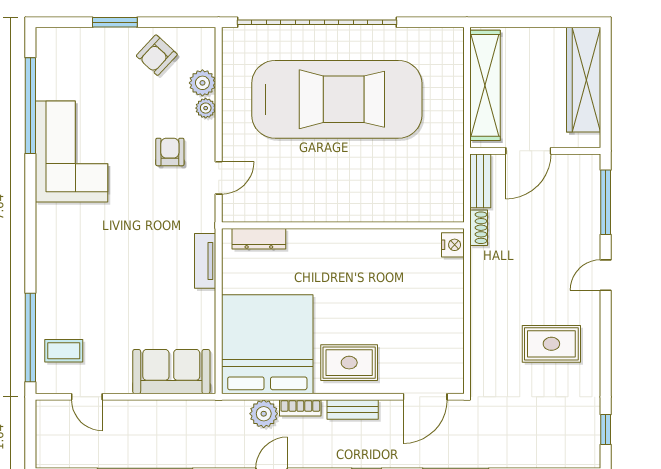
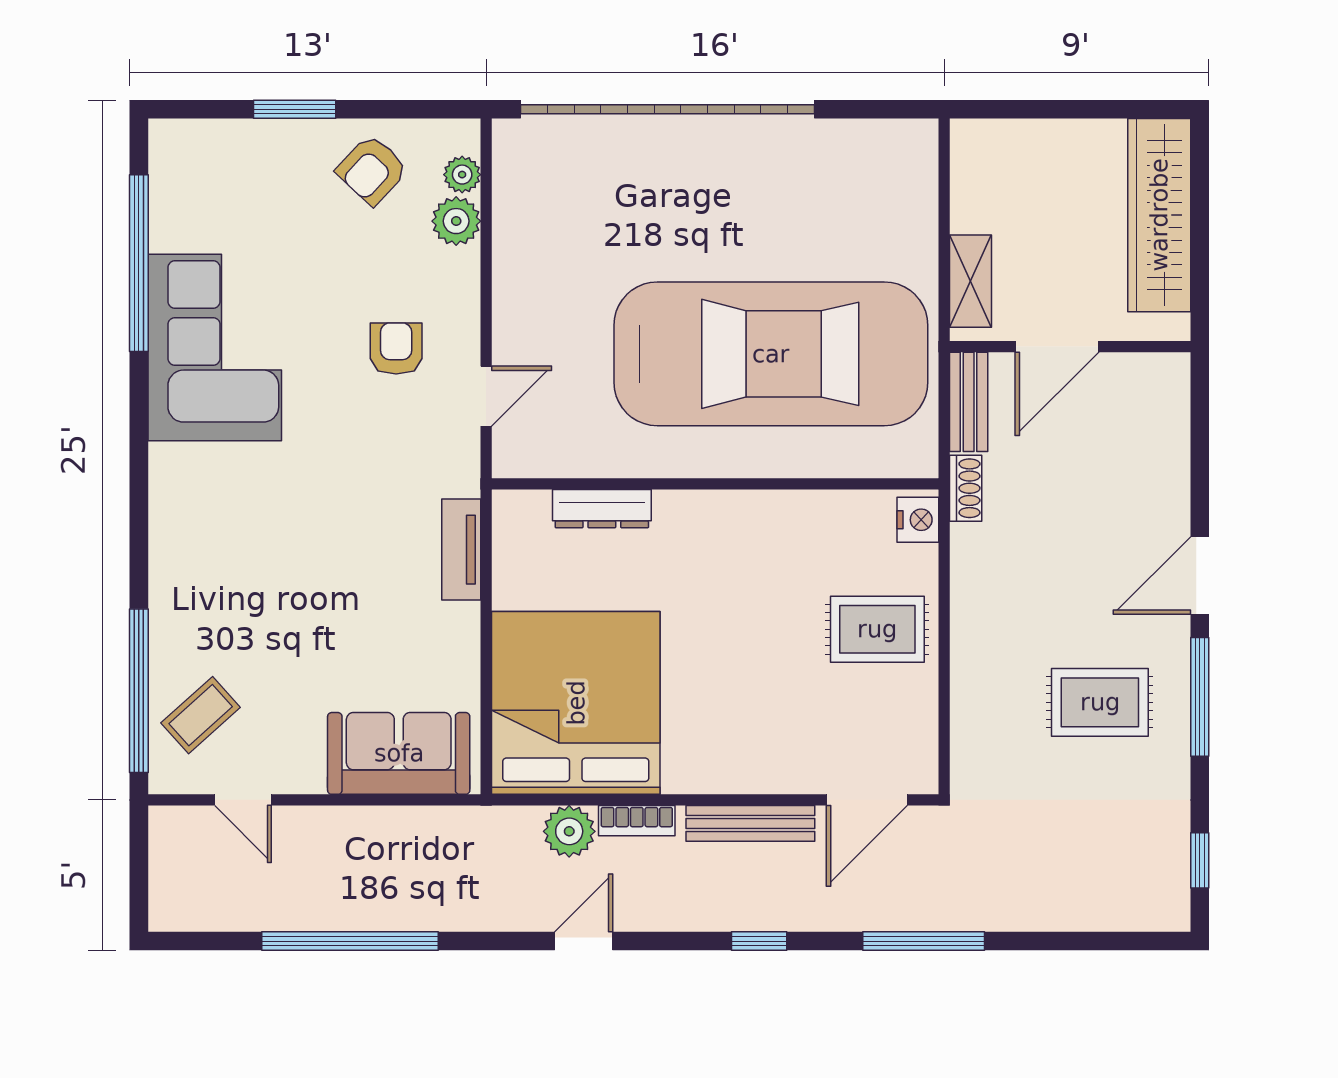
shelving: (485, 85) -> (970, 281), width x0.45, depth x0.75
car: (337, 99) -> (771, 354), moved
plant: (206, 108) -> (462, 175), moved
window: (606, 202) -> (1200, 697), moved
dresser: (259, 239) -> (602, 509), moved
door: (606, 275) -> (1200, 576), width x1.38
coffee table: (64, 351) -> (201, 715), turned -42
rug: (349, 363) -> (877, 629), moved
bench: (353, 409) -> (750, 823), width x1.36

